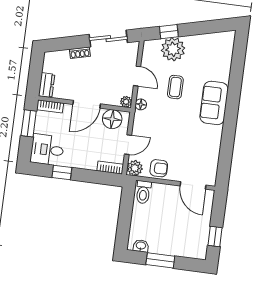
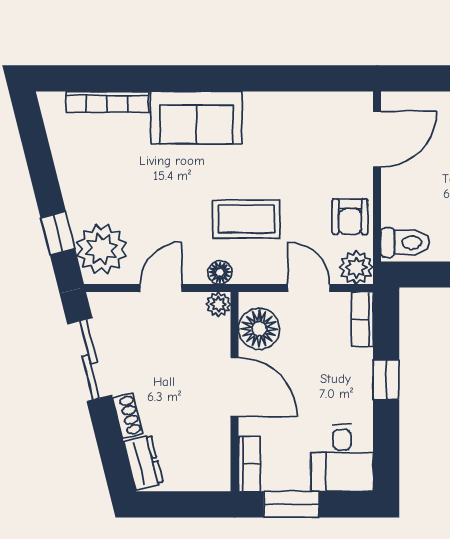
plant: (173, 49) -> (102, 249), moved
bookcase: (227, 63) -> (107, 102), added
dresser: (47, 85) -> (143, 462), moved, turned 76
coffee table: (175, 87) -> (246, 219), moved, width x1.36, depth x1.30
armchair: (159, 168) -> (350, 217), turned 180
window: (62, 172) -> (386, 380), moved

